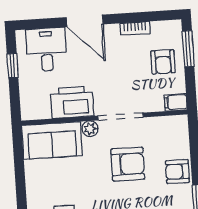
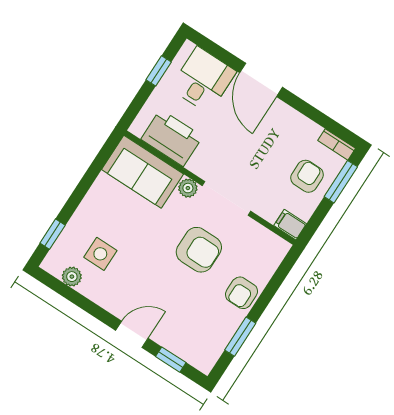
bookcase: (135, 28) -> (337, 144), moved
armchair: (163, 62) -> (307, 176), turned 180
printer: (72, 102) -> (172, 138), moved
armchair: (177, 172) -> (242, 293), turned -90

